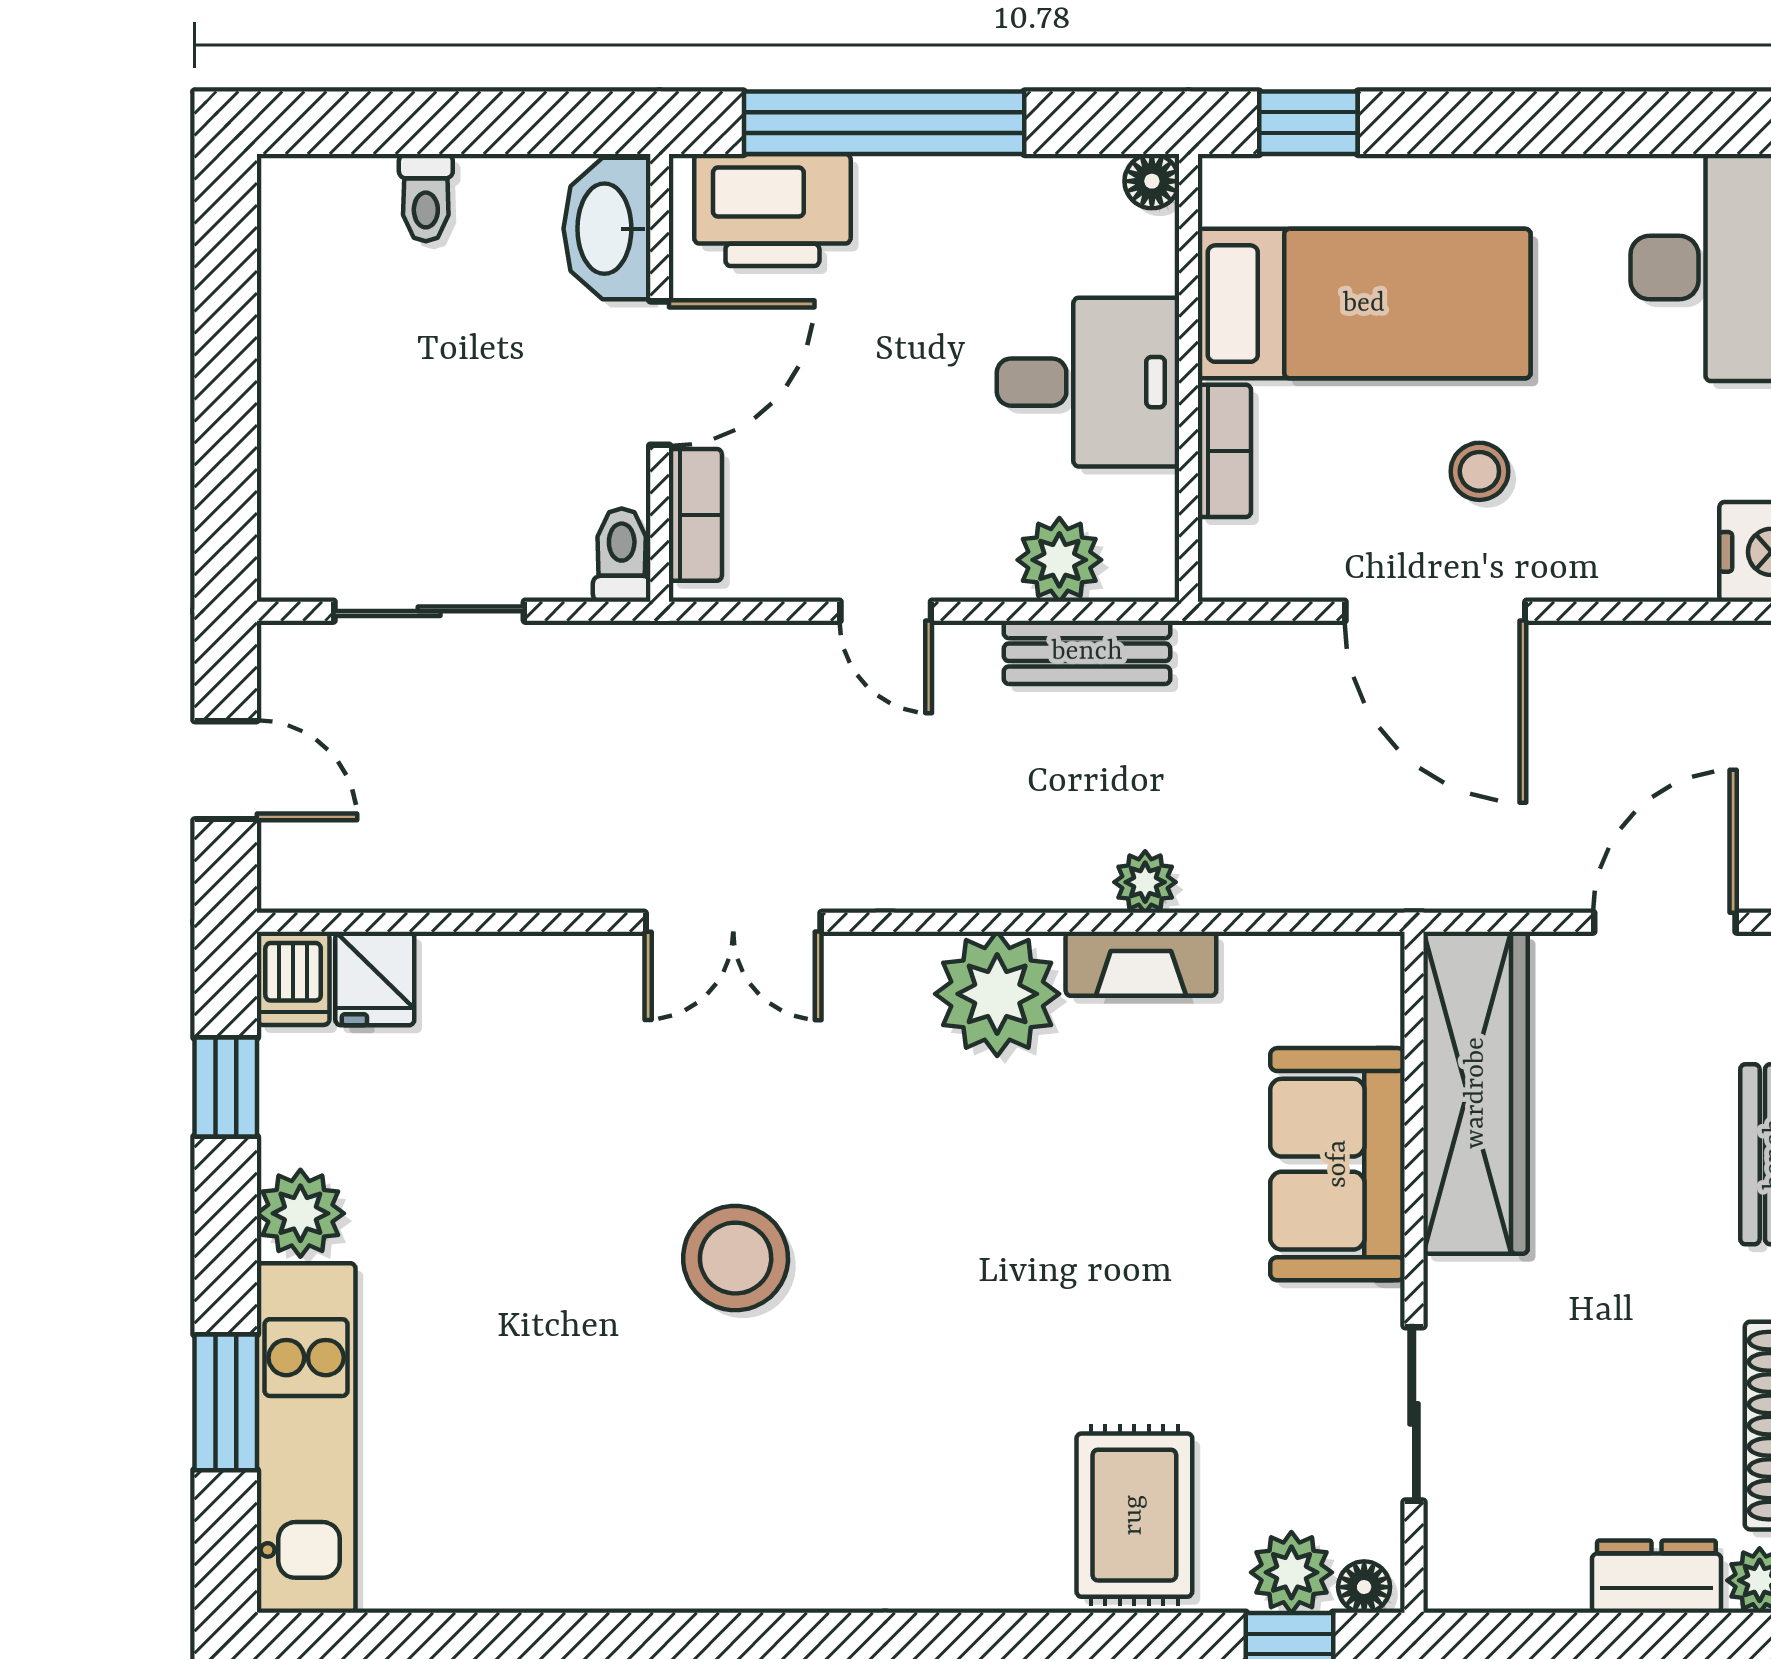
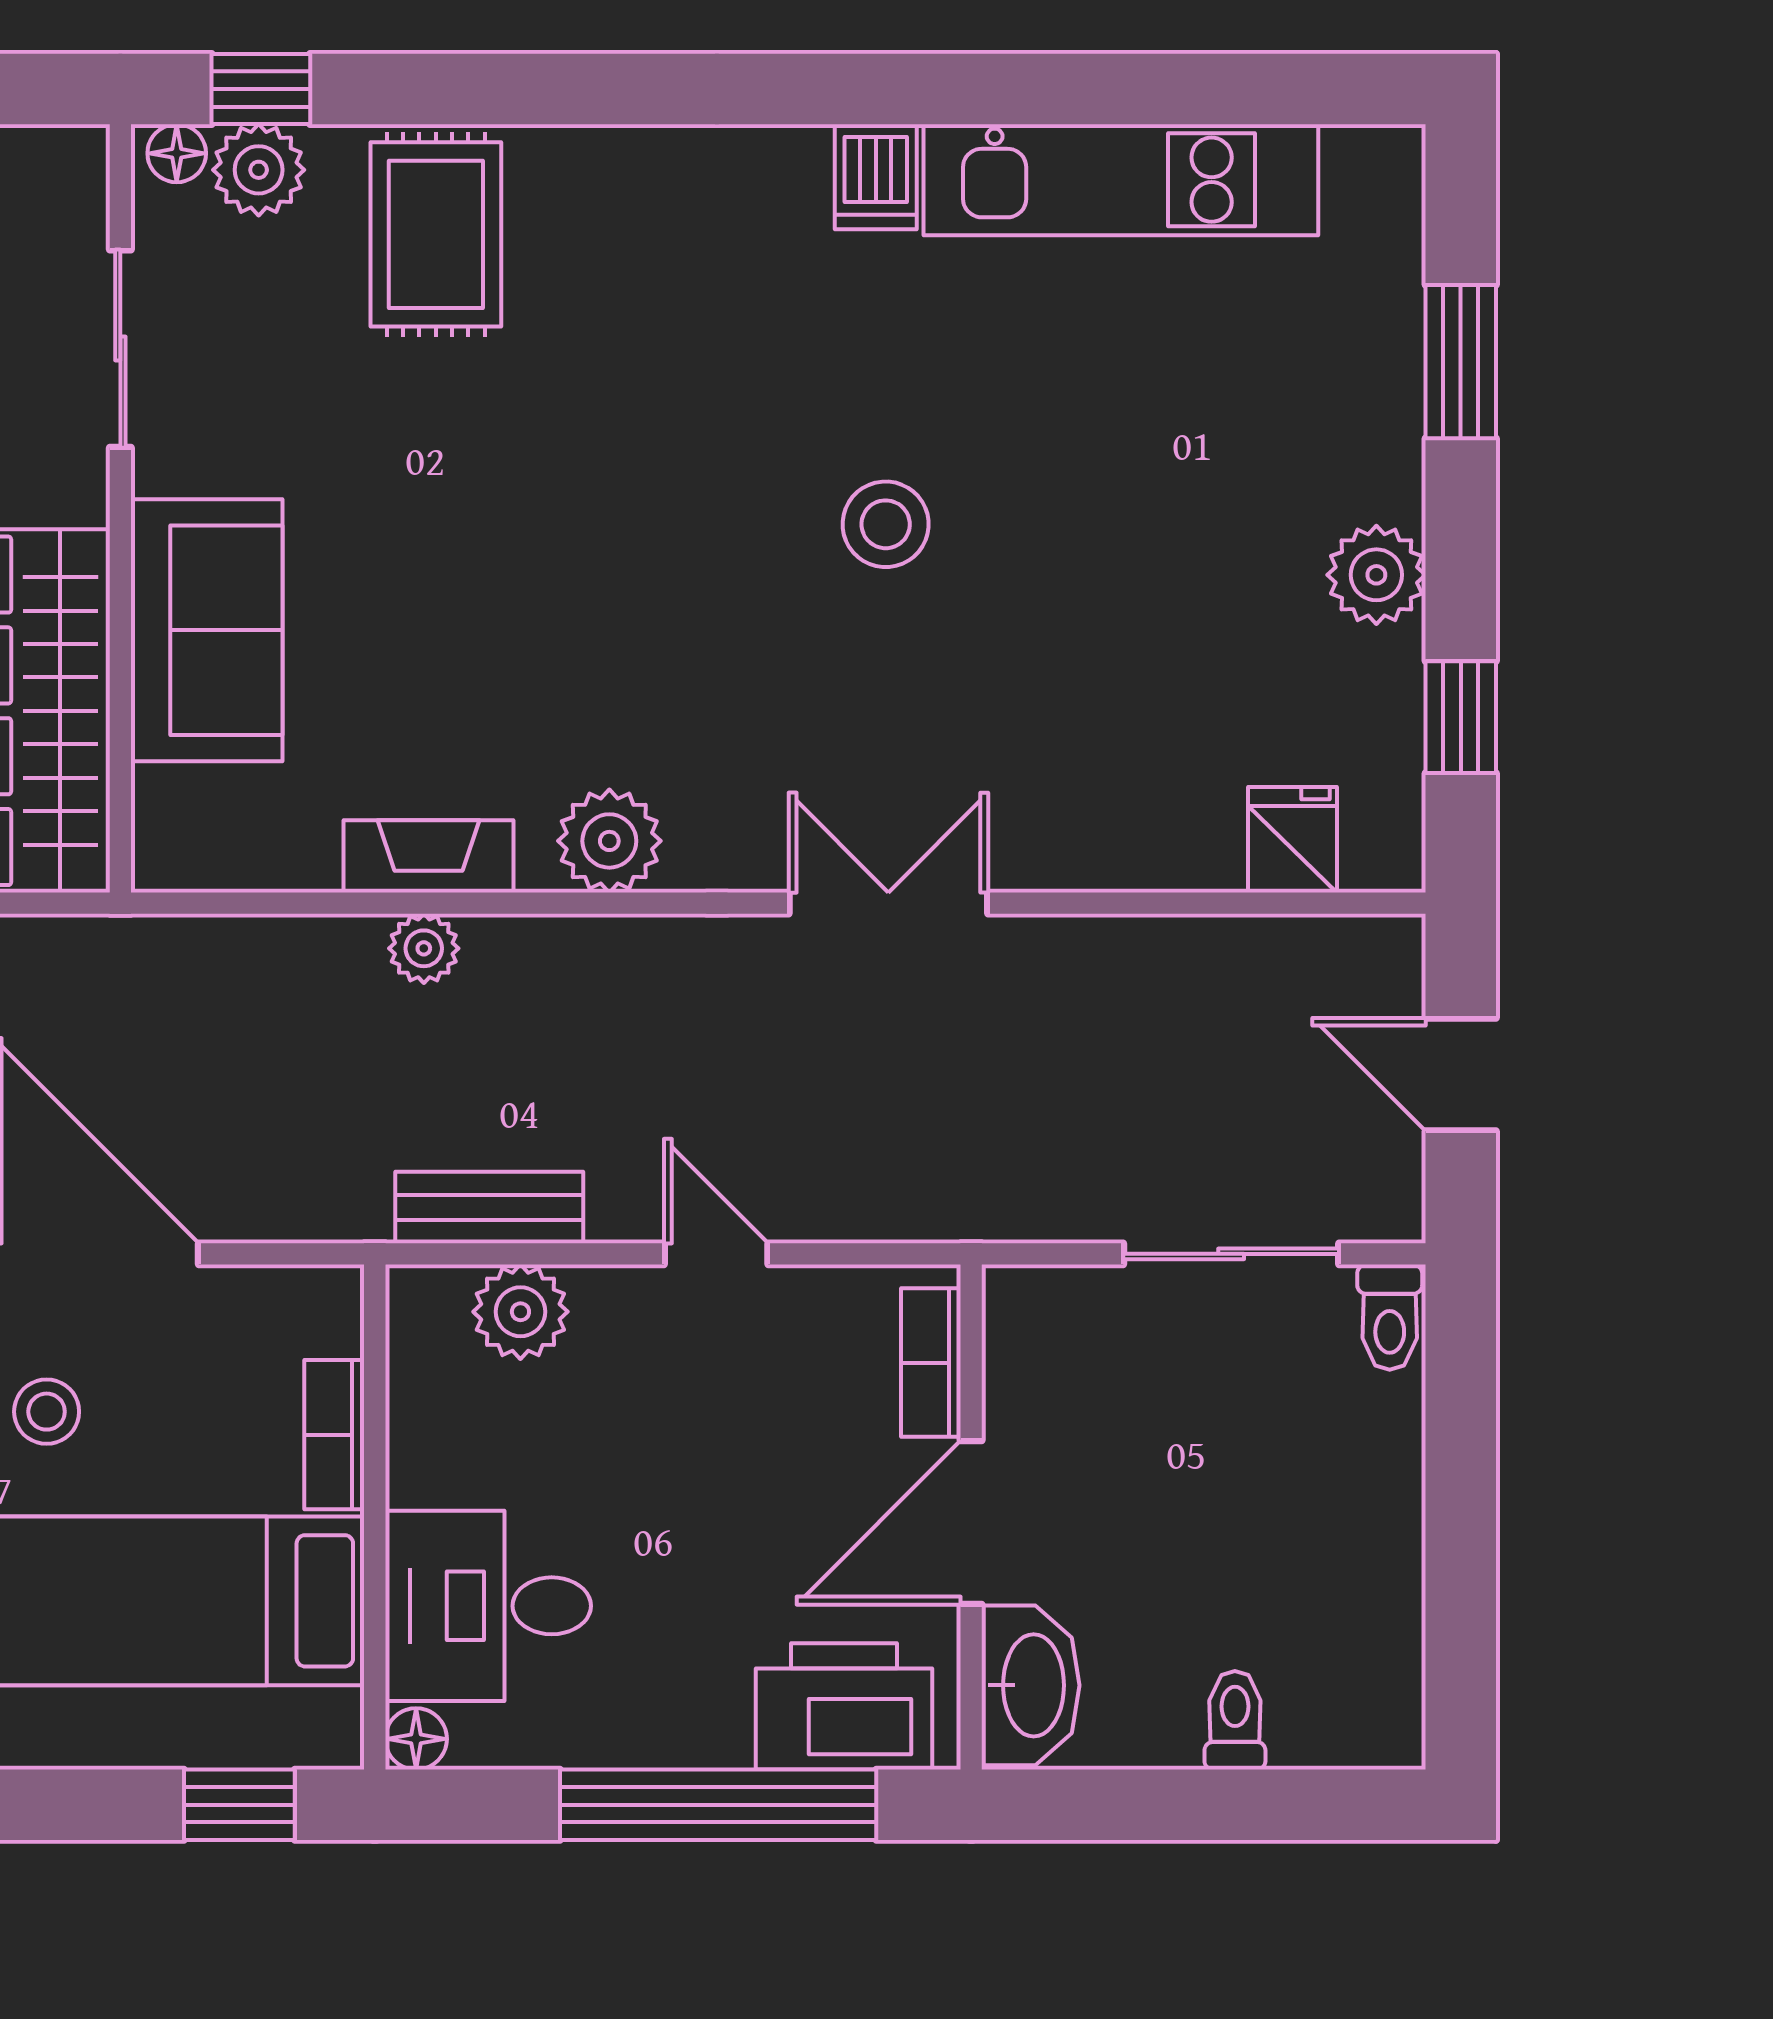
desk: (1088, 382) -> (488, 1606), moved
toilet: (622, 555) -> (1390, 1317), moved
dishwasher: (293, 978) -> (876, 177), moved, turned 180
plant: (997, 994) -> (609, 841), width x0.73, depth x0.73
stool: (736, 1258) -> (886, 524), width x0.73, depth x0.73
kitchen unit: (306, 1438) -> (1121, 180), moved, turned -90

